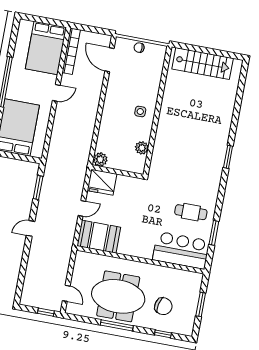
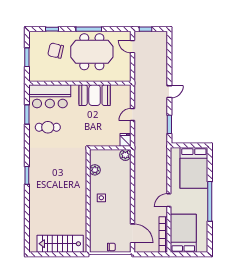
fridge: (102, 182) -> (126, 140), width x0.53, depth x0.75
booth: (99, 237) -> (95, 95), moved

